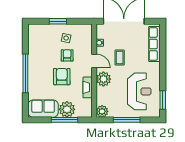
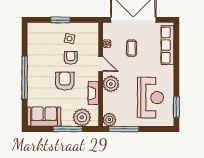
coffee table: (120, 58) -> (132, 48), moved
plant: (67, 109) -> (82, 117), moved
window: (127, 120) -> (124, 129), moved

